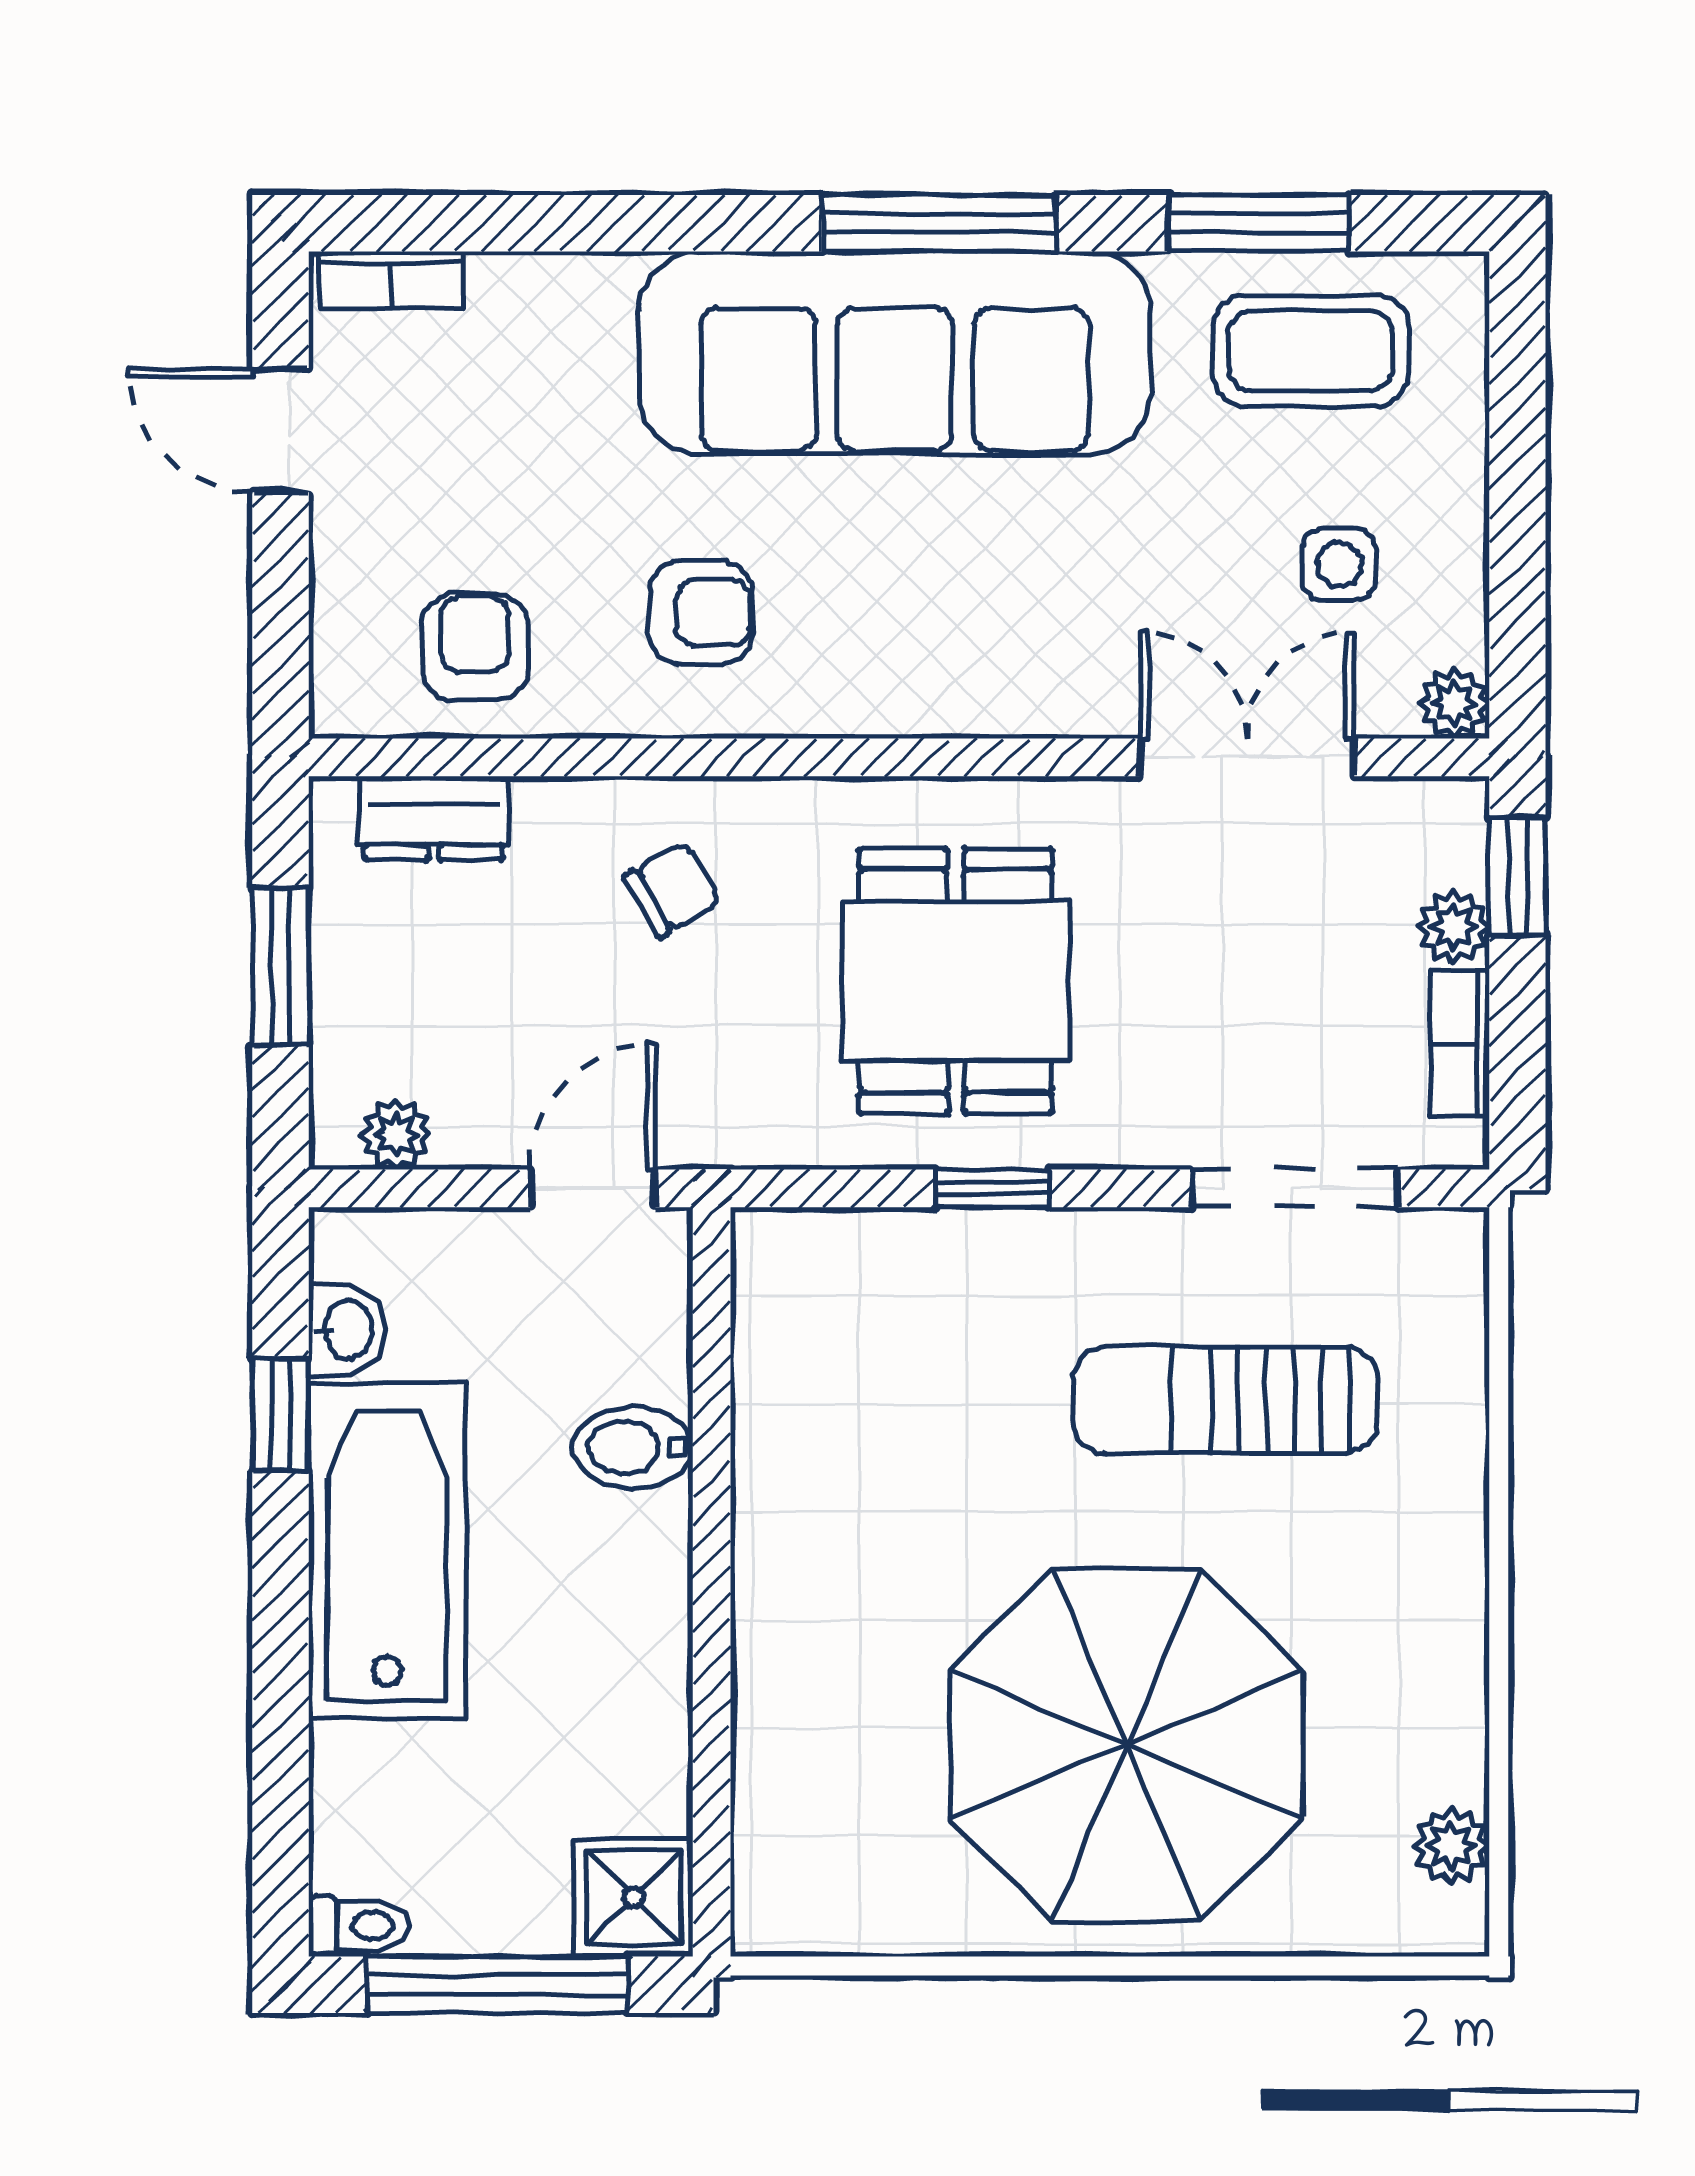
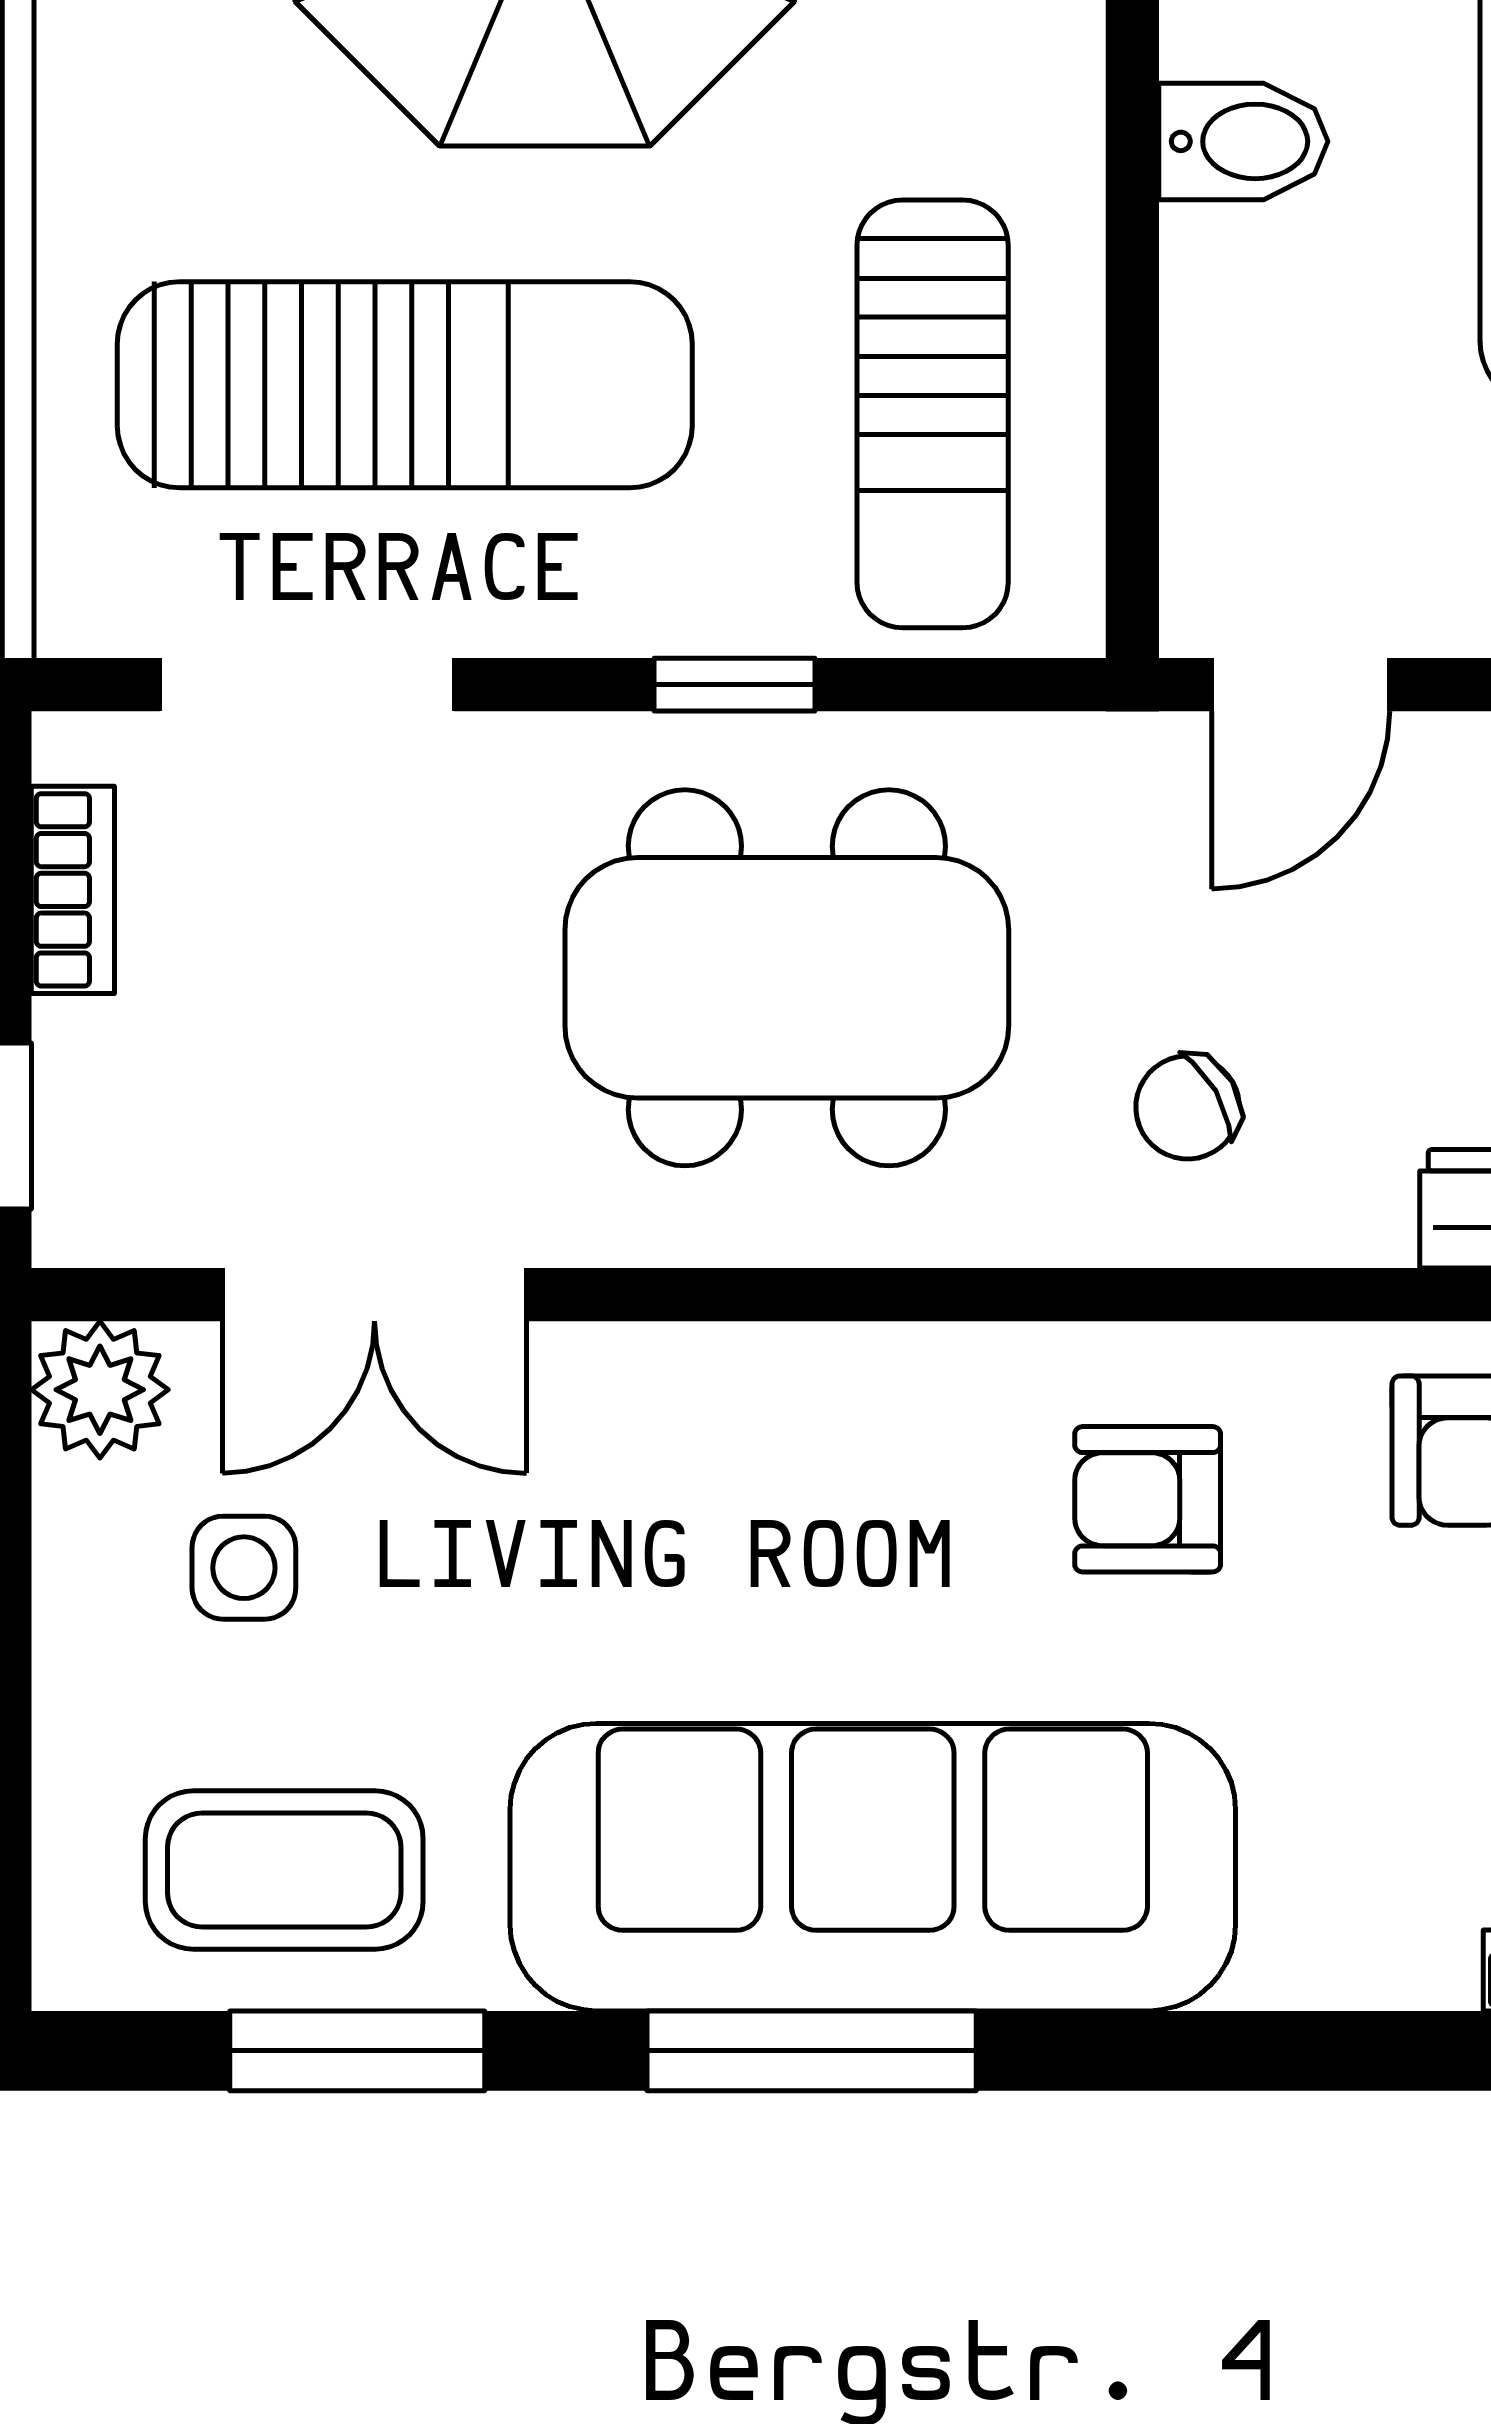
plant: (1454, 703) -> (100, 1390), width x1.38, depth x1.38
plant: (1453, 927) -> (82, 1055), removed
dining table: (956, 981) -> (787, 978), width x1.38
sun lounger: (853, 1380) -> (933, 414), added
sun lounger: (1225, 1400) -> (405, 385), width x1.36, depth x1.34
bidet: (633, 1447) -> (1243, 141), moved

